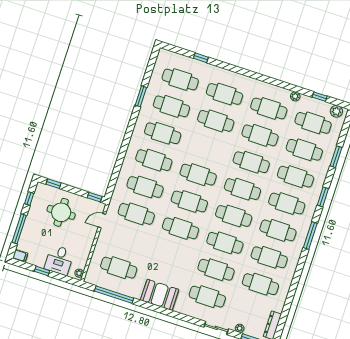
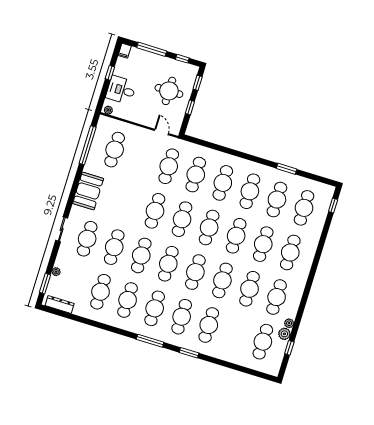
window: (201, 58) -> (333, 206), moved
plant: (336, 111) -> (284, 334), moved
cafe table: (304, 150) -> (236, 236), moved
window: (336, 157) -> (229, 365), removed
window: (95, 197) -> (190, 107), moved
sliding door: (216, 328) -> (62, 229), moved

